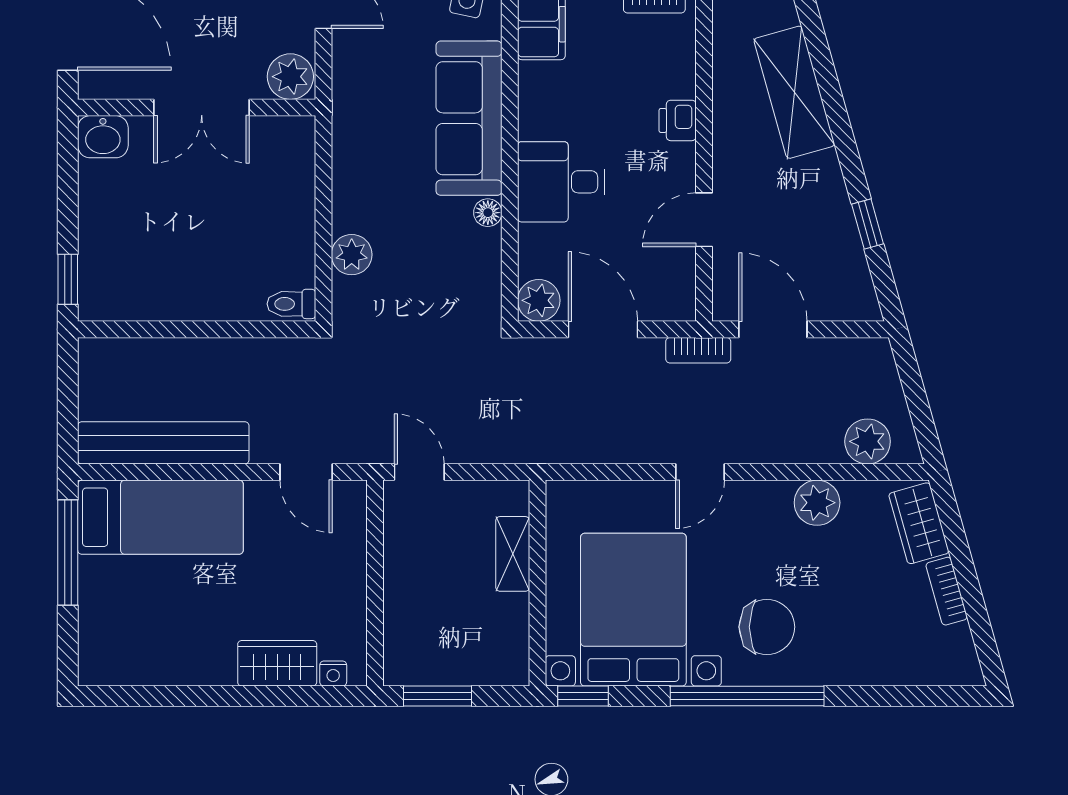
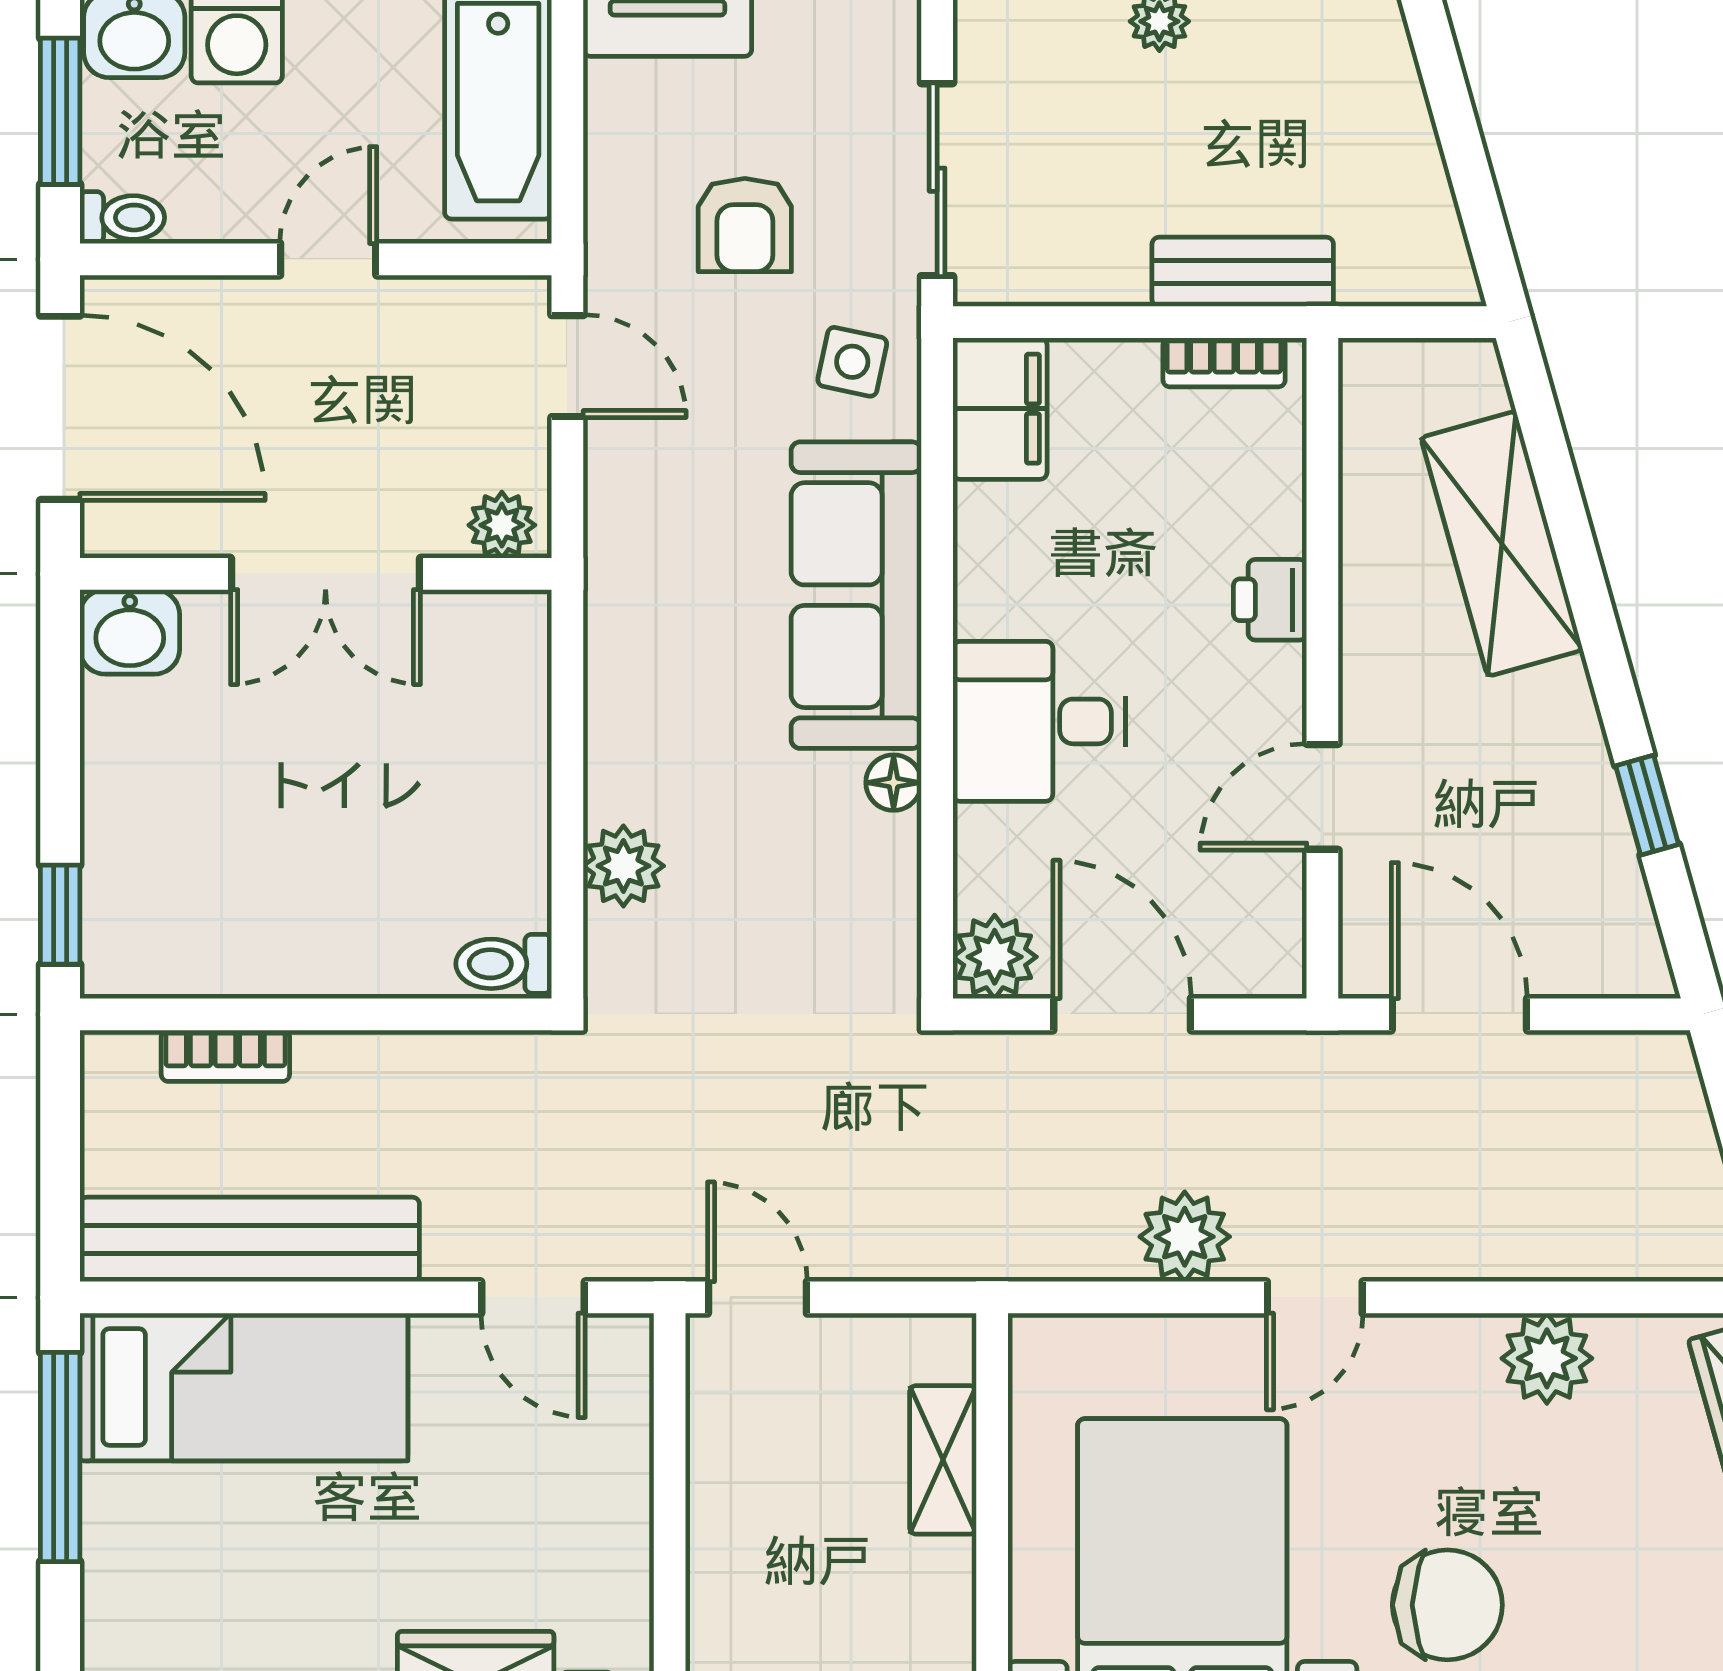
plant: (290, 77) -> (502, 525), width x0.73, depth x0.73
bookcase: (698, 350) -> (225, 1056), moved
plant: (868, 441) -> (1185, 1237), moved

